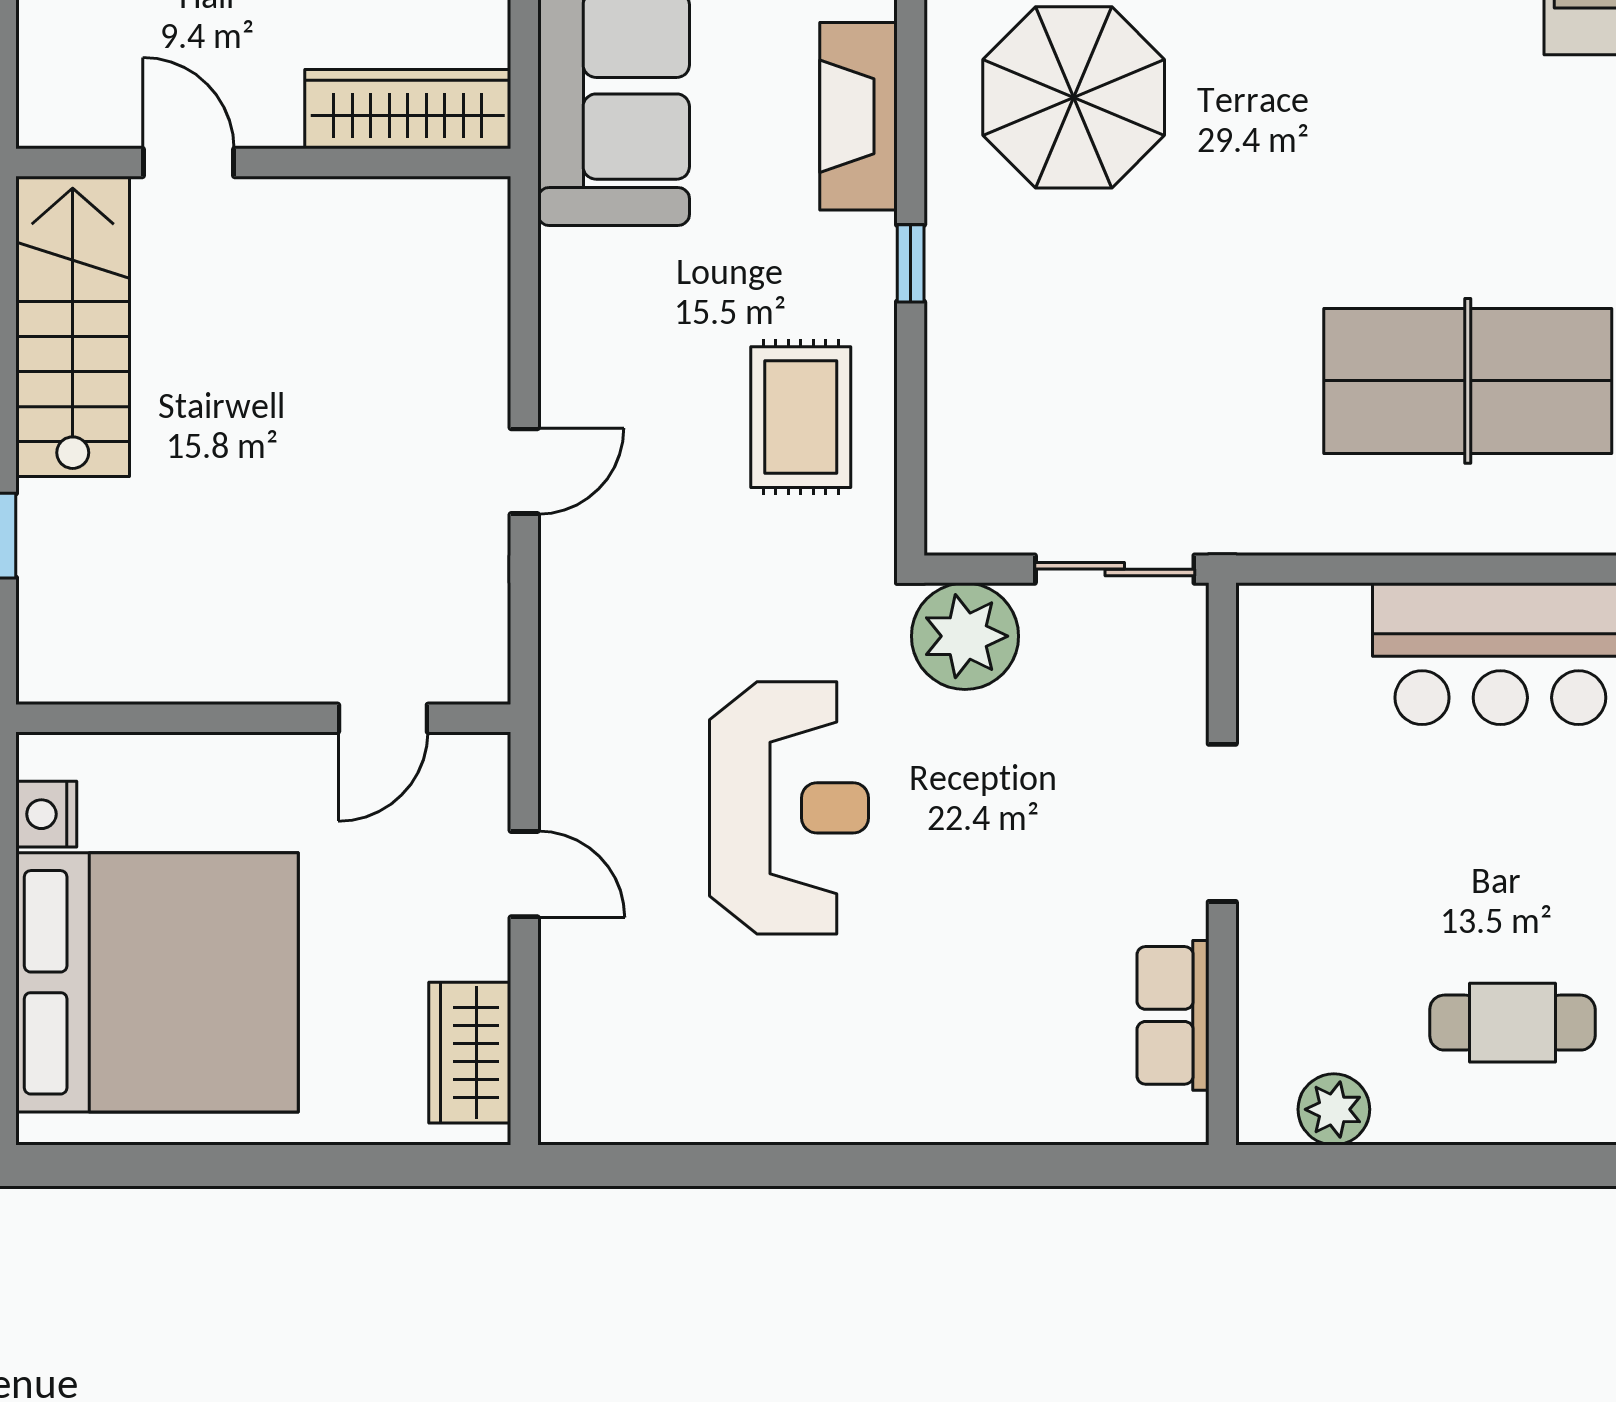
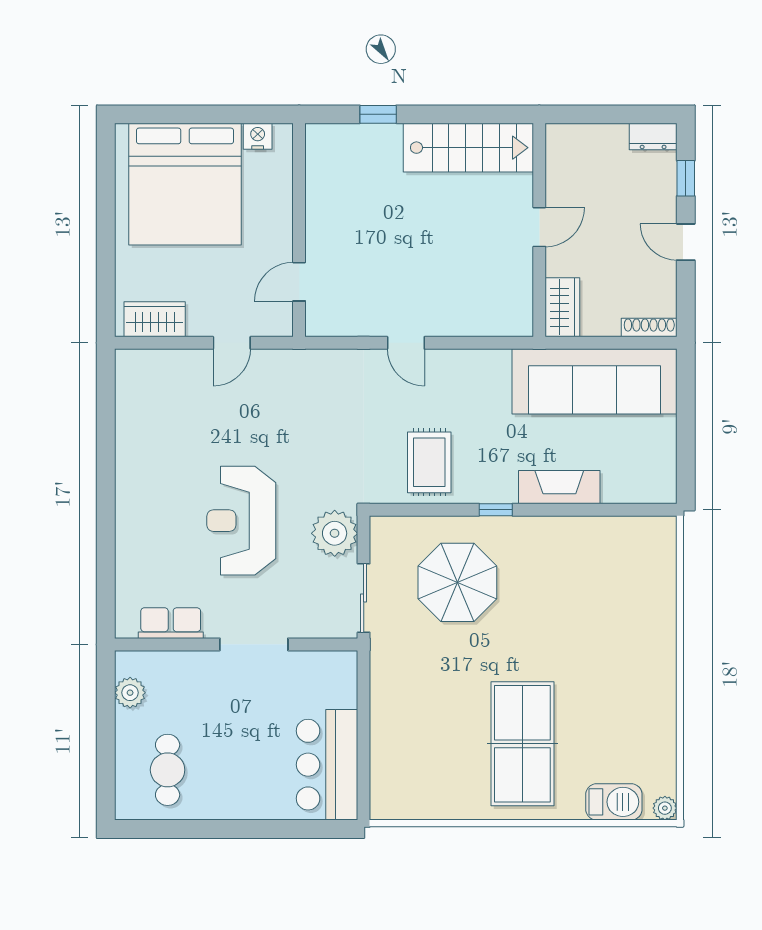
parasol: (1074, 97) -> (457, 582), moved
wardrobe: (408, 109) -> (562, 307), width x0.67
door: (188, 163) -> (539, 227), moved
table tennis table: (1468, 381) -> (522, 744), moved
rug: (801, 417) -> (429, 462), turned 90
door: (383, 718) -> (299, 282), hinge flipped
reception desk: (789, 808) -> (241, 521), moved, turned 90

